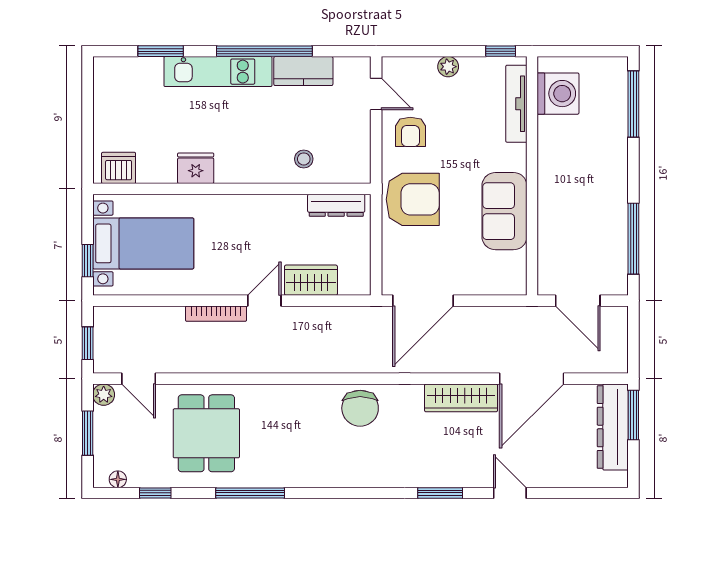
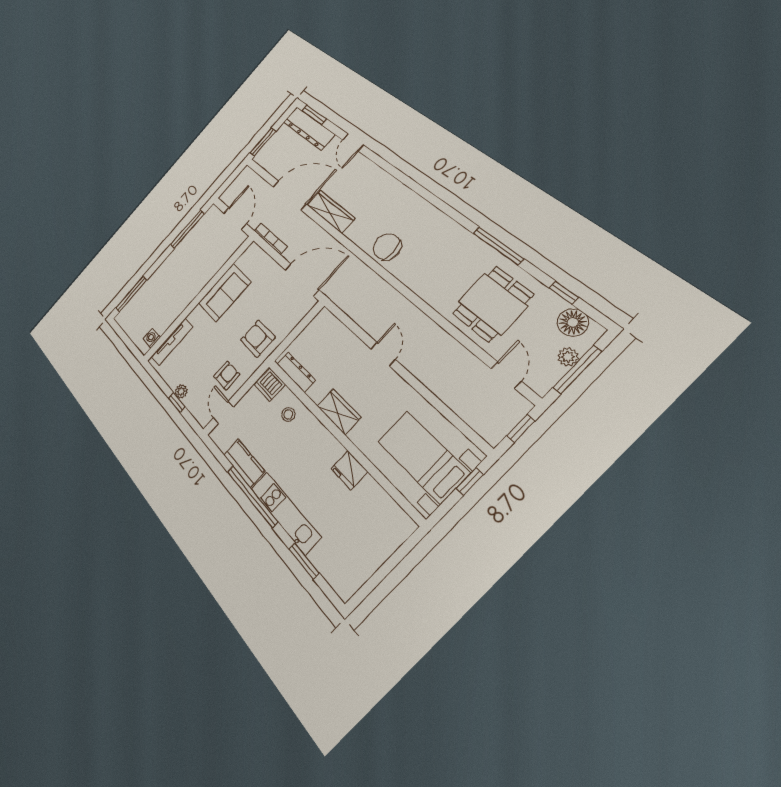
window: (501, 51) -> (177, 403), moved
washing machine: (558, 94) -> (152, 338), width x0.53, depth x0.53
dishwasher: (119, 168) -> (270, 385), moved
armchair: (413, 199) -> (258, 339), width x0.73, depth x0.73
wardrobe: (311, 280) -> (339, 412), moved, turned 180
door: (264, 301) -> (383, 354), swing flipped
bookcase: (216, 314) -> (271, 239), moved
plant: (104, 395) -> (568, 357), moved
chair: (360, 408) -> (387, 247), turned -90
dresser: (613, 427) -> (309, 128), moved, turned 90
window: (88, 433) -> (577, 369), width x1.44
floor lamp: (118, 479) -> (573, 322), width x1.89, depth x1.89
window: (440, 493) -> (314, 115), moved

